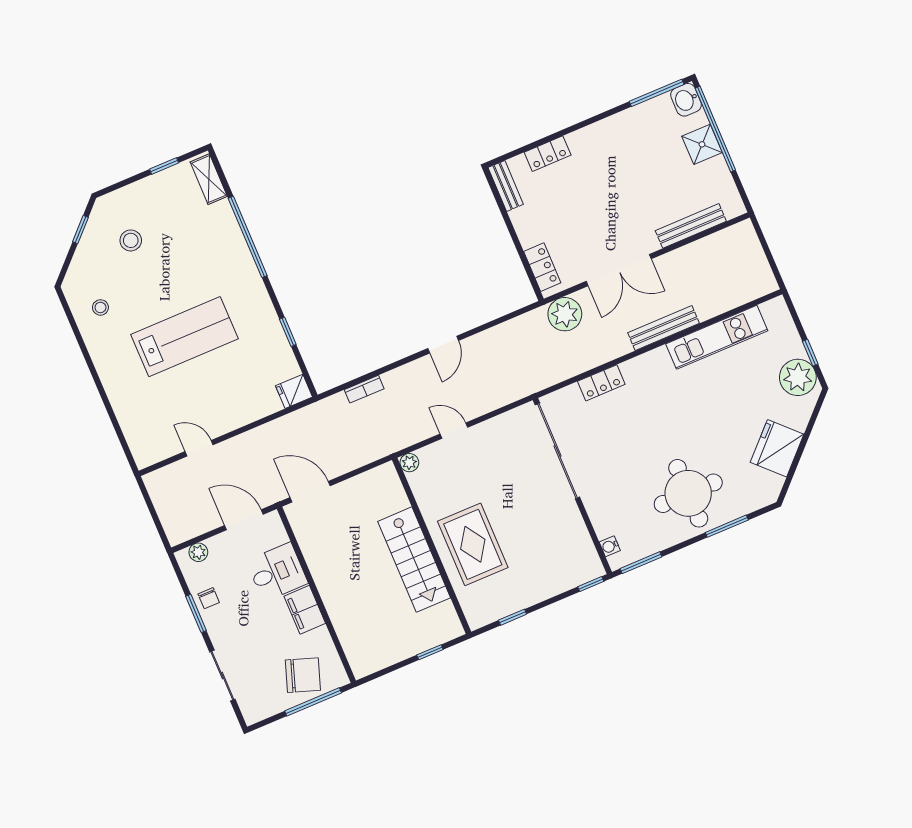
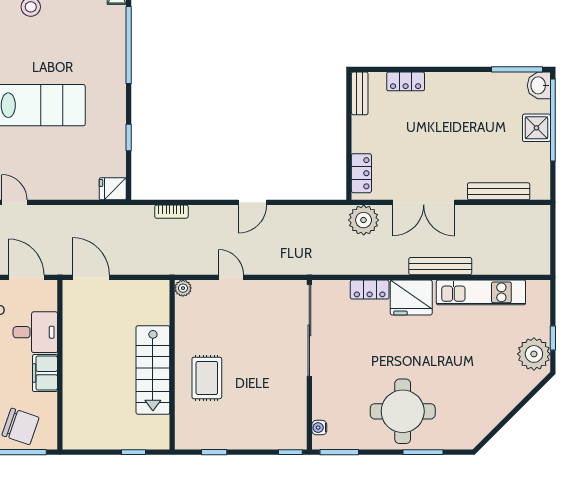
fridge: (777, 448) -> (411, 297), moved, turned -135
rug: (473, 544) -> (207, 378), width x0.73, depth x0.70

